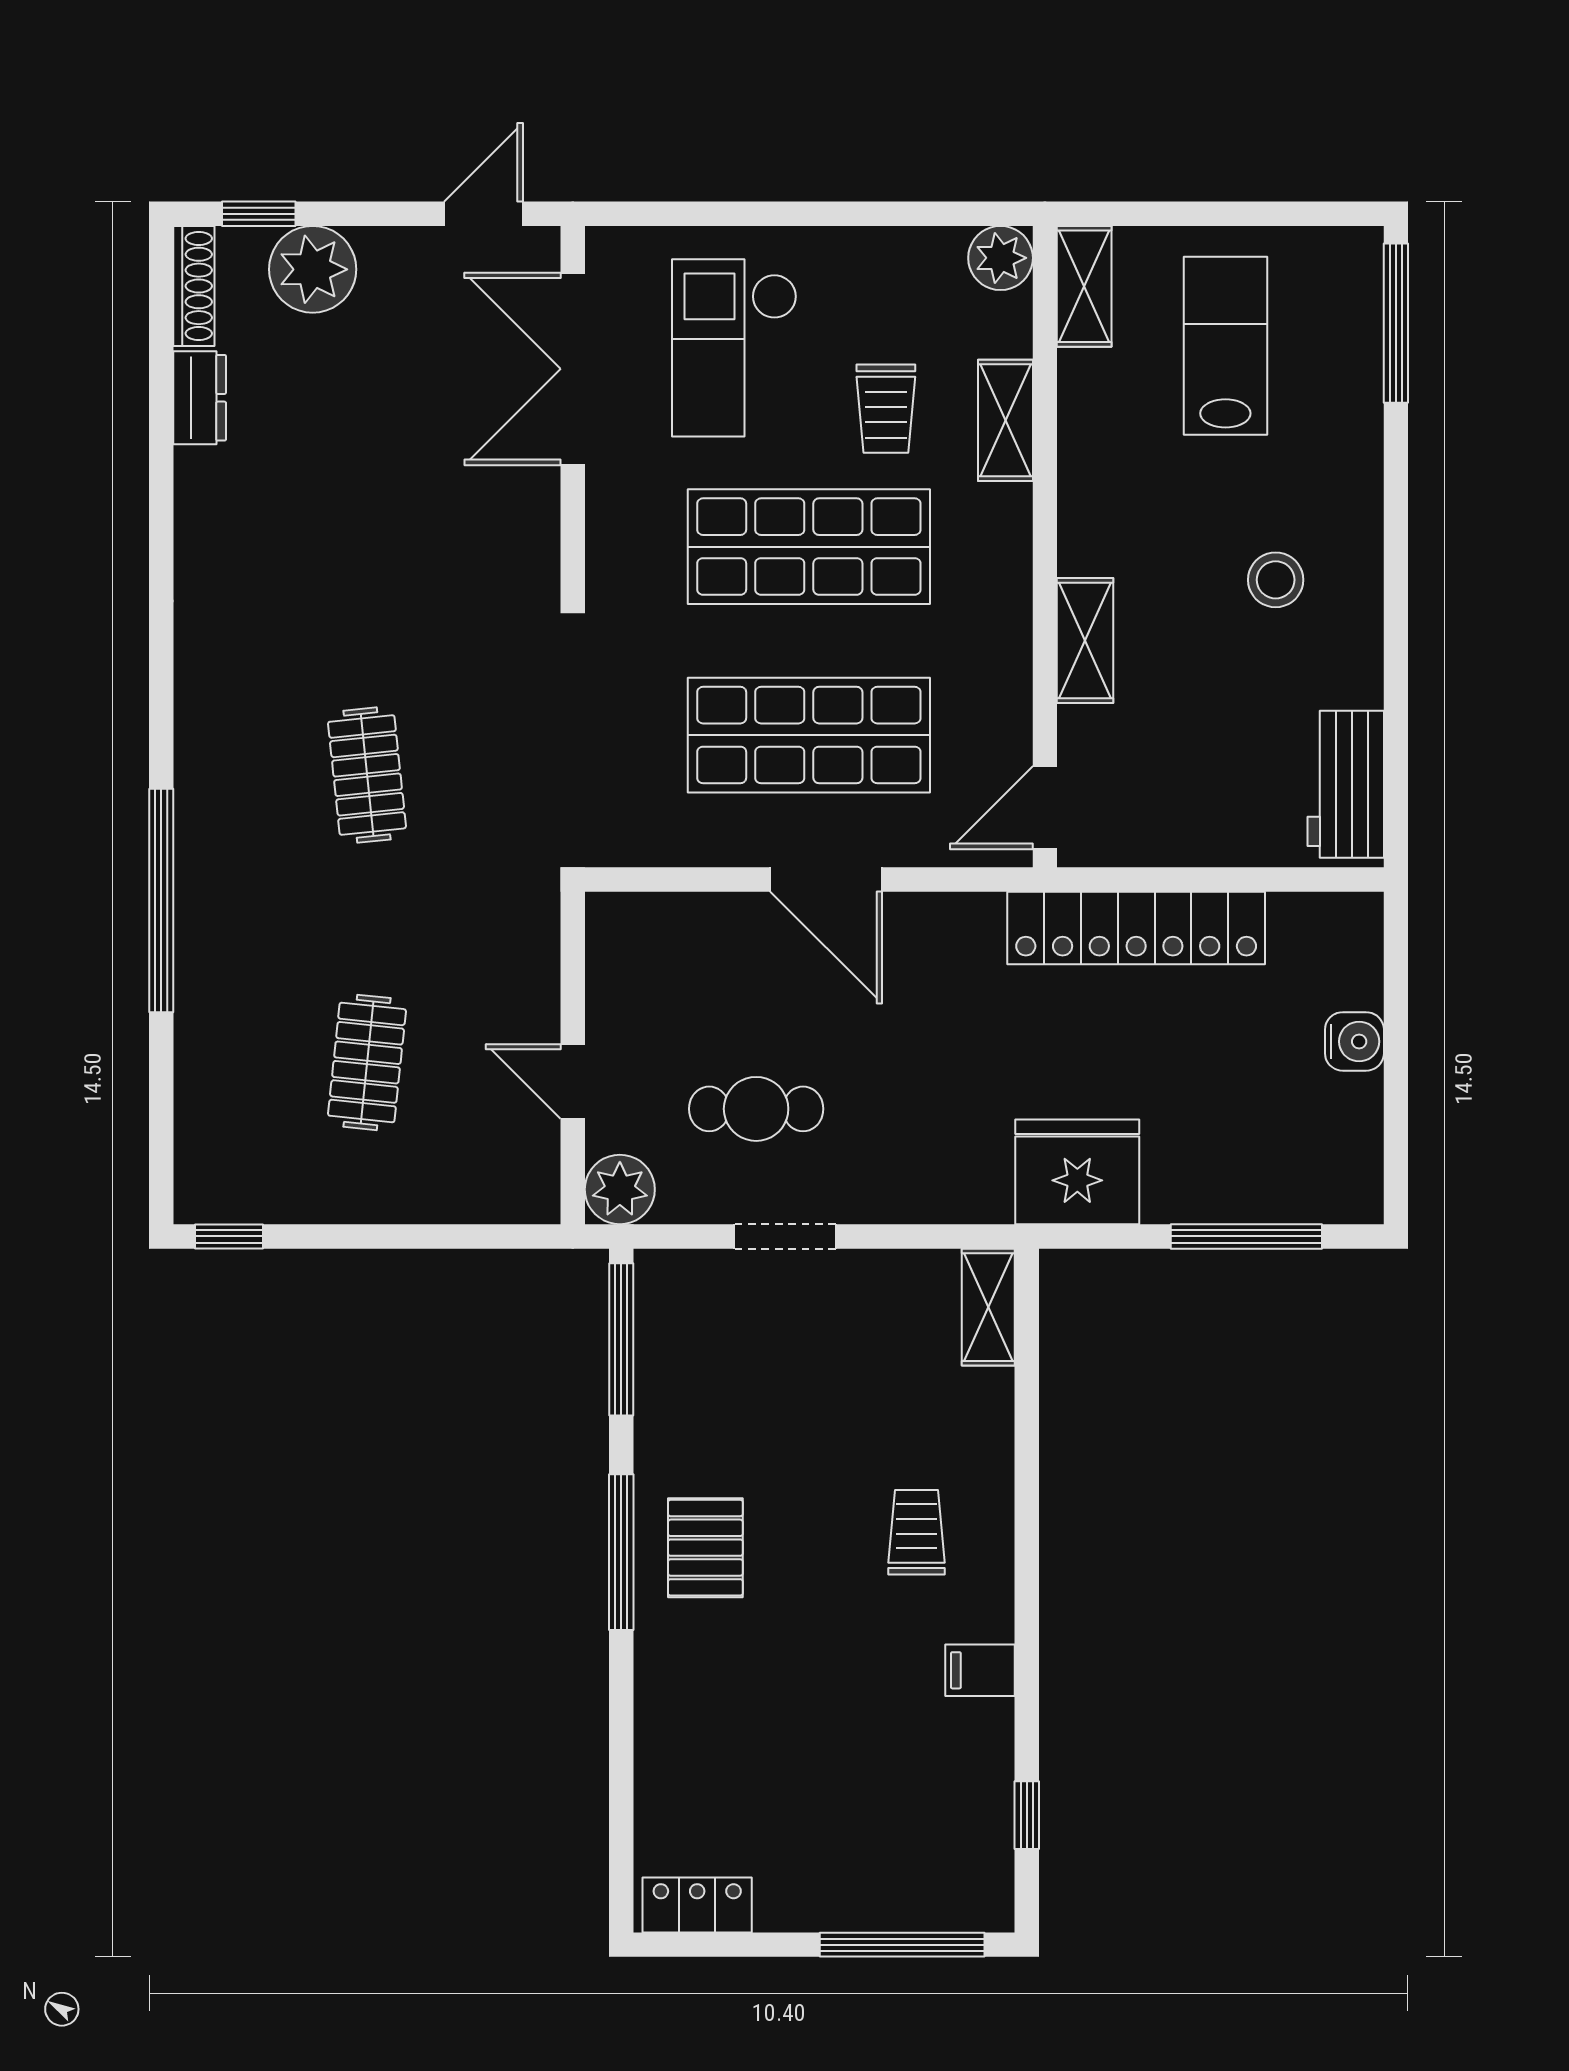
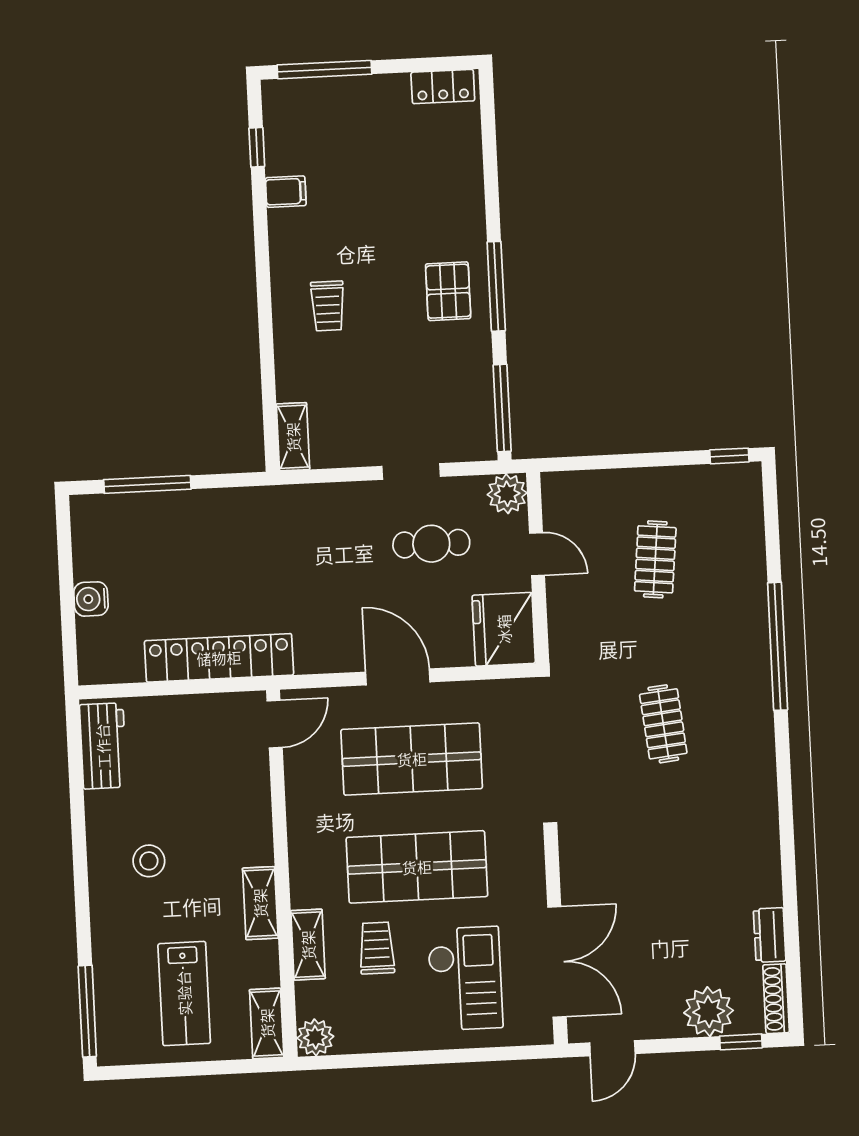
shelving: (1085, 640) -> (260, 903), moved
fridge: (1077, 1172) -> (504, 629), moved, turned 90
filing cabinet: (980, 1670) -> (286, 192), moved

